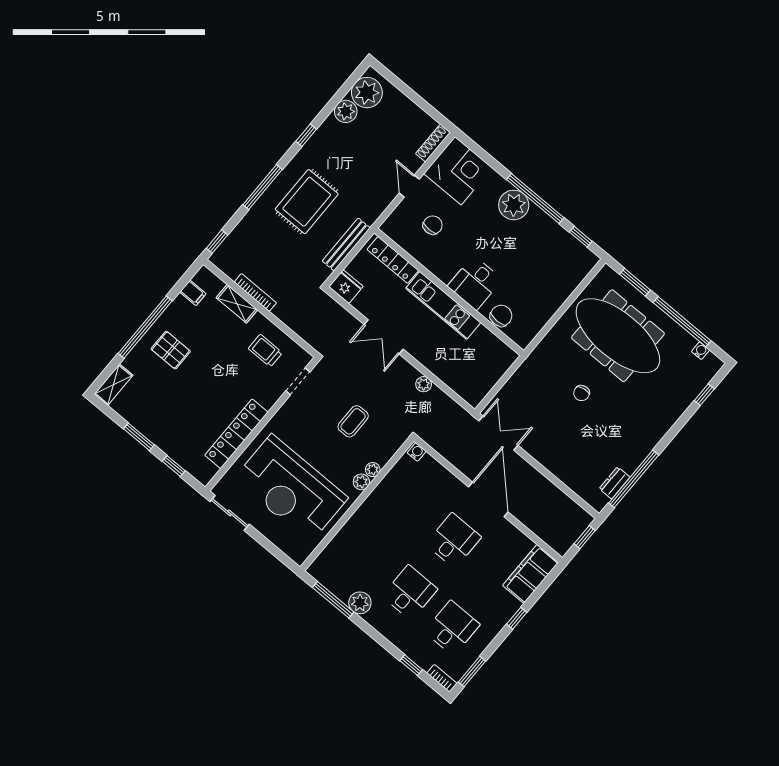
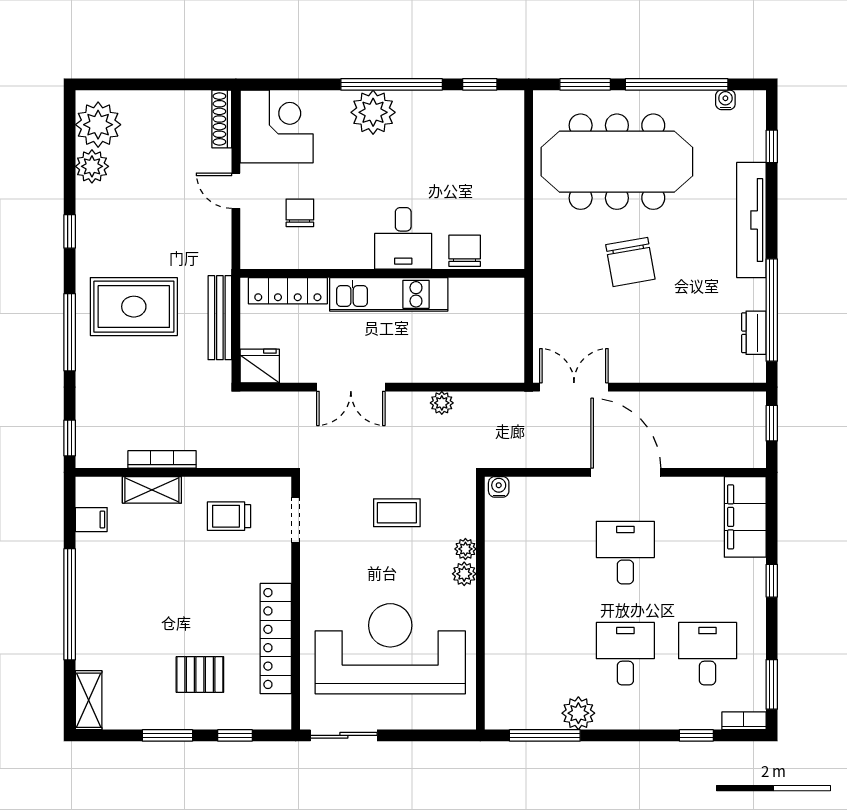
rug: (307, 202) -> (134, 307), turned 90
pallet: (171, 350) -> (200, 675), moved
chair: (582, 393) -> (630, 262), width x1.87, depth x1.87
coffee table: (353, 421) -> (397, 513), turned 90
tv unit: (662, 424) -> (751, 220), added
reception desk: (291, 488) -> (390, 649), turned 180

